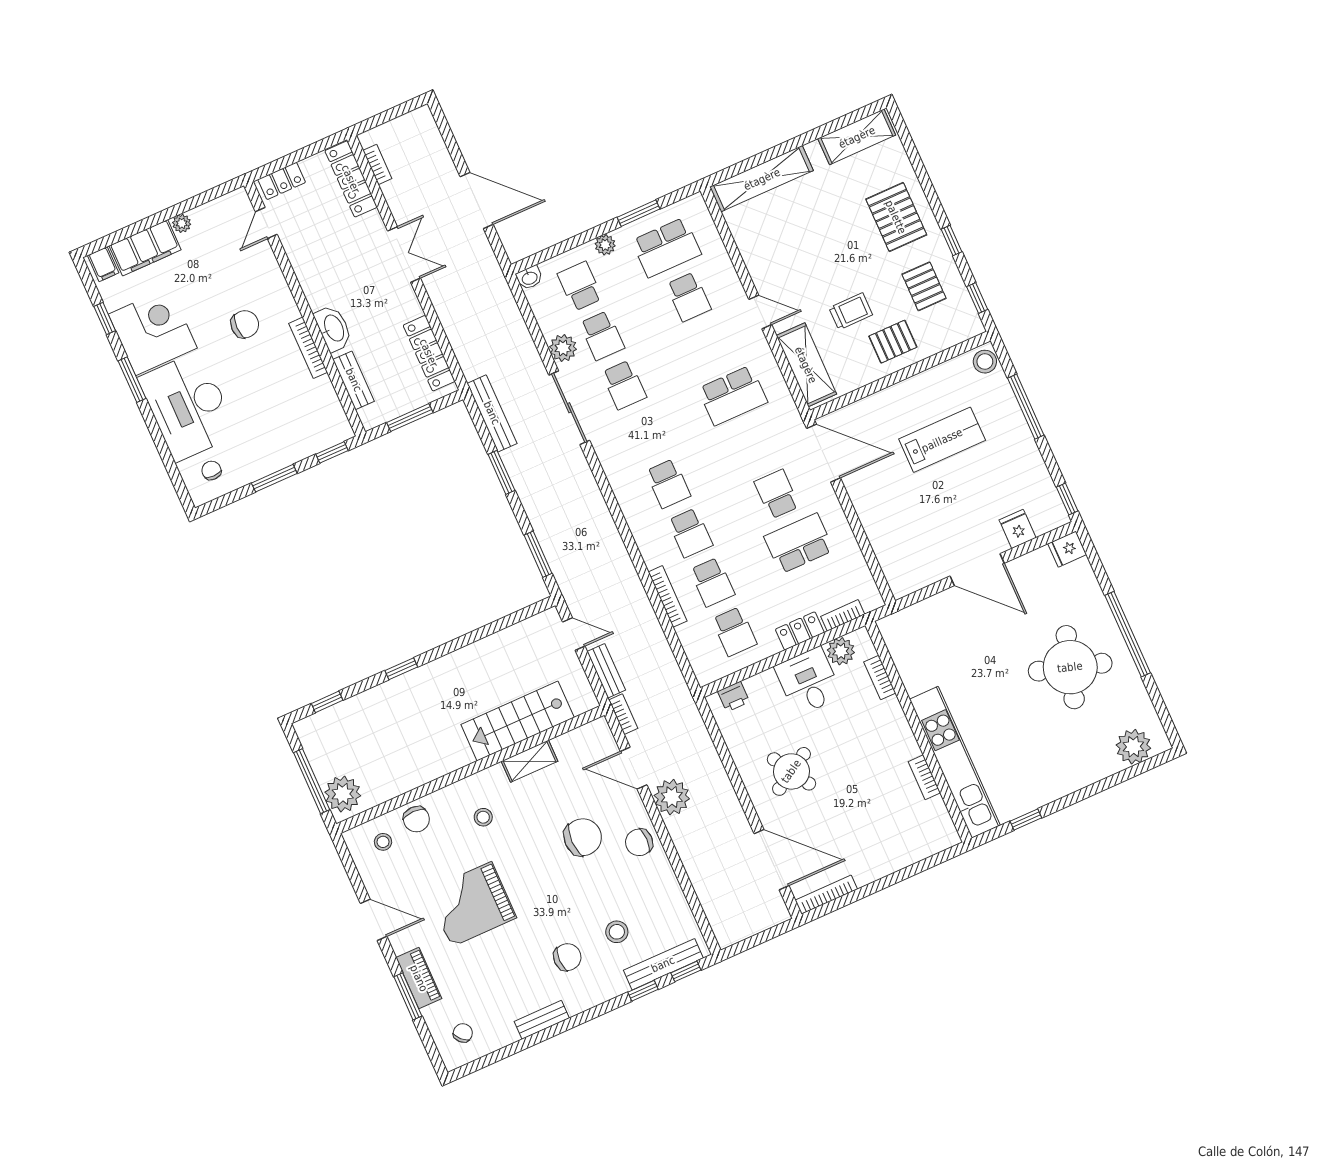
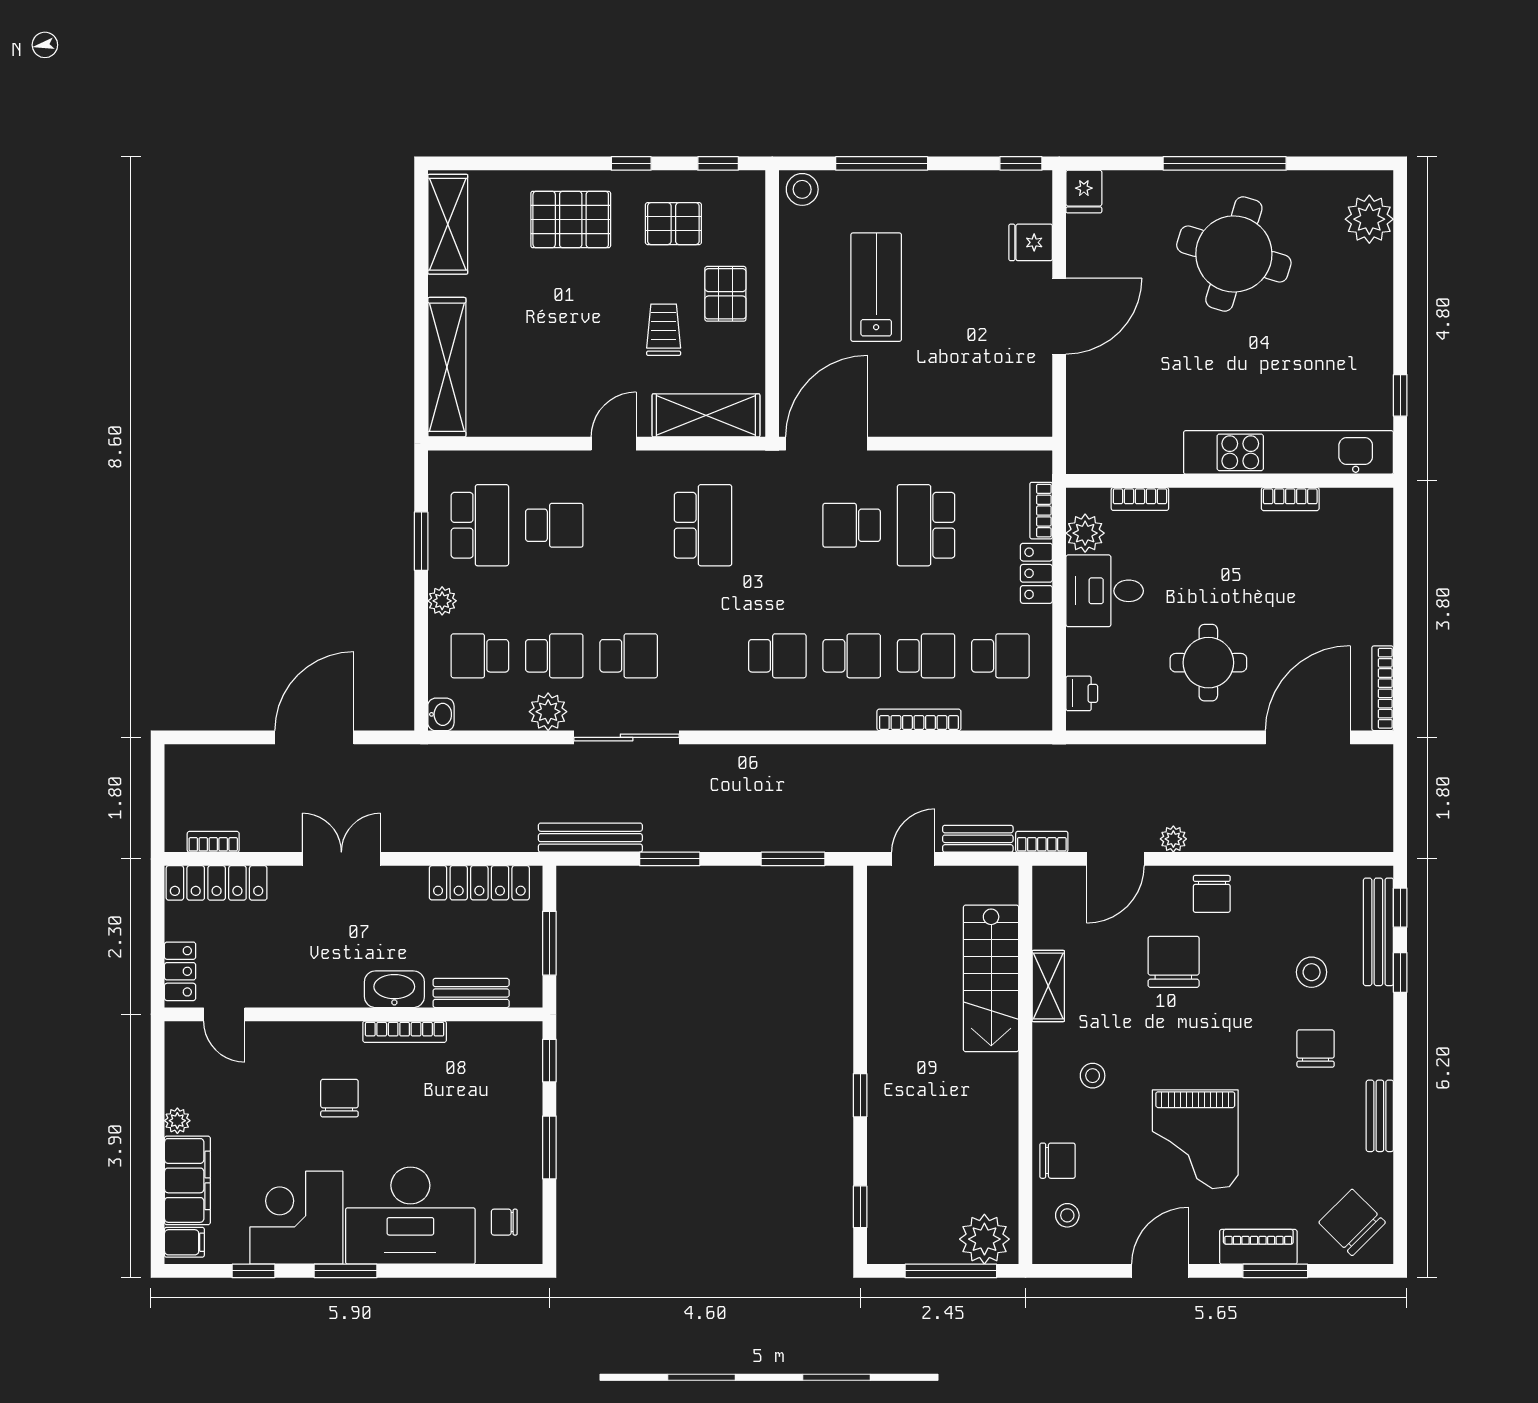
round table: (791, 771) -> (1208, 663), turned 31
plant: (672, 797) -> (1173, 839), width x0.53, depth x0.53
chair: (463, 1033) -> (1352, 1222), width x1.87, depth x1.87

